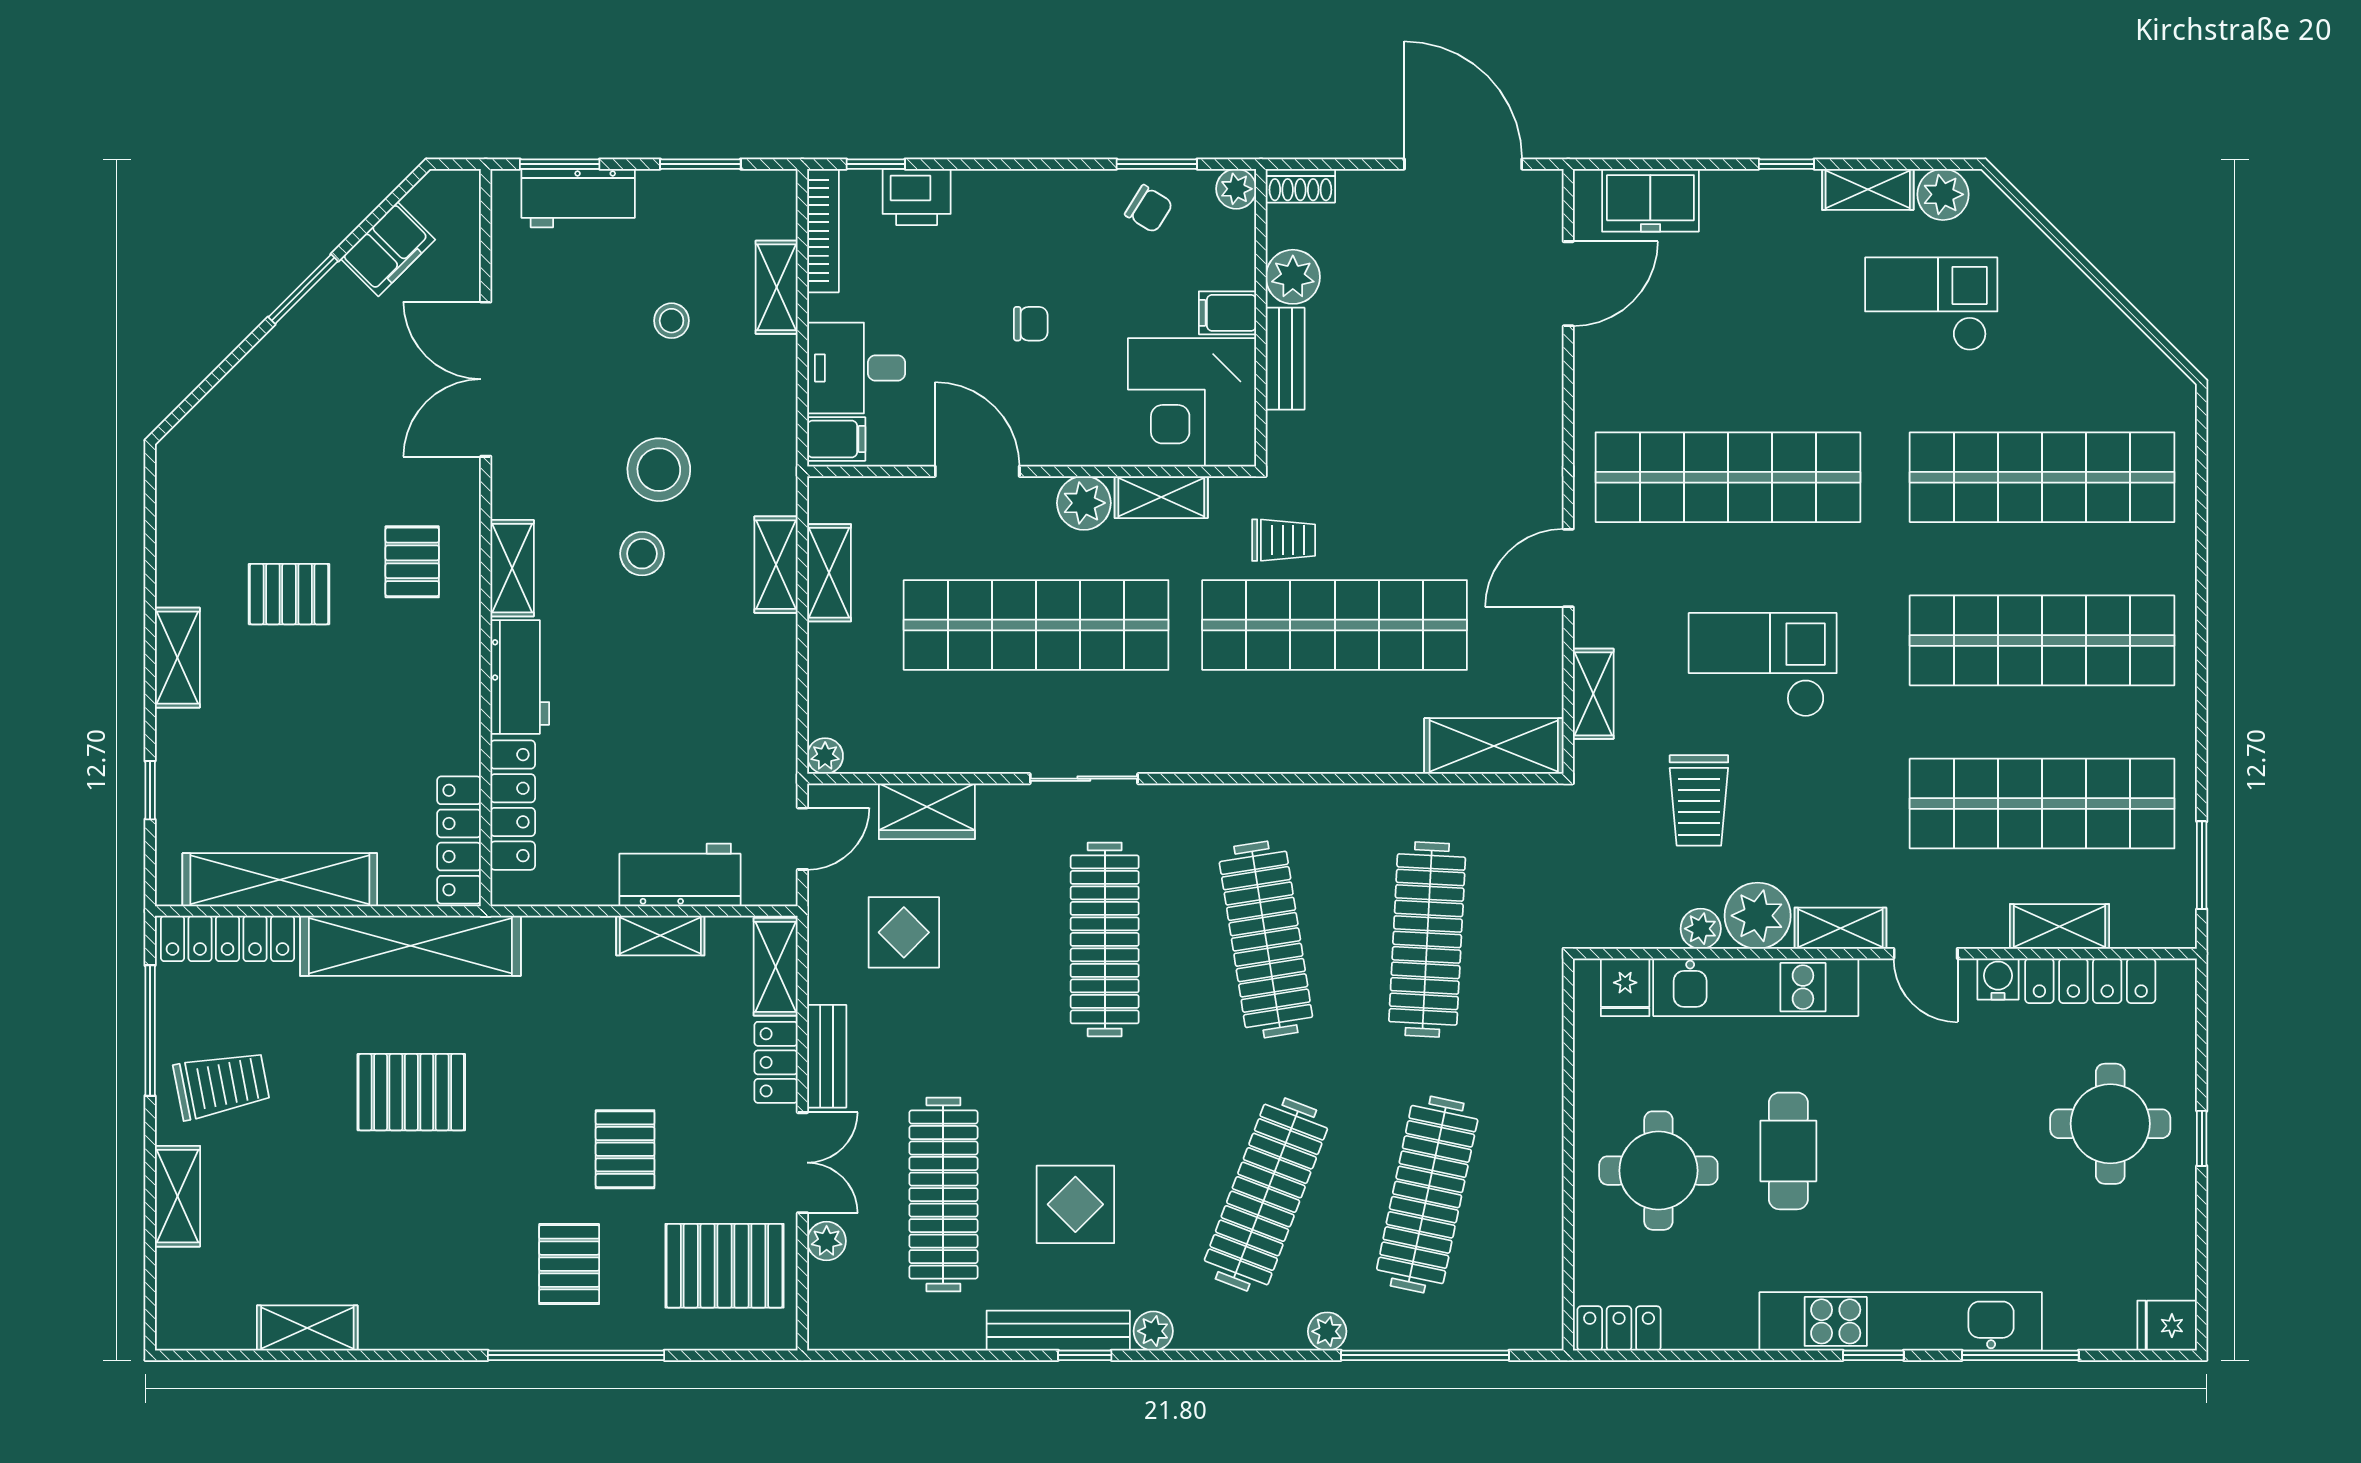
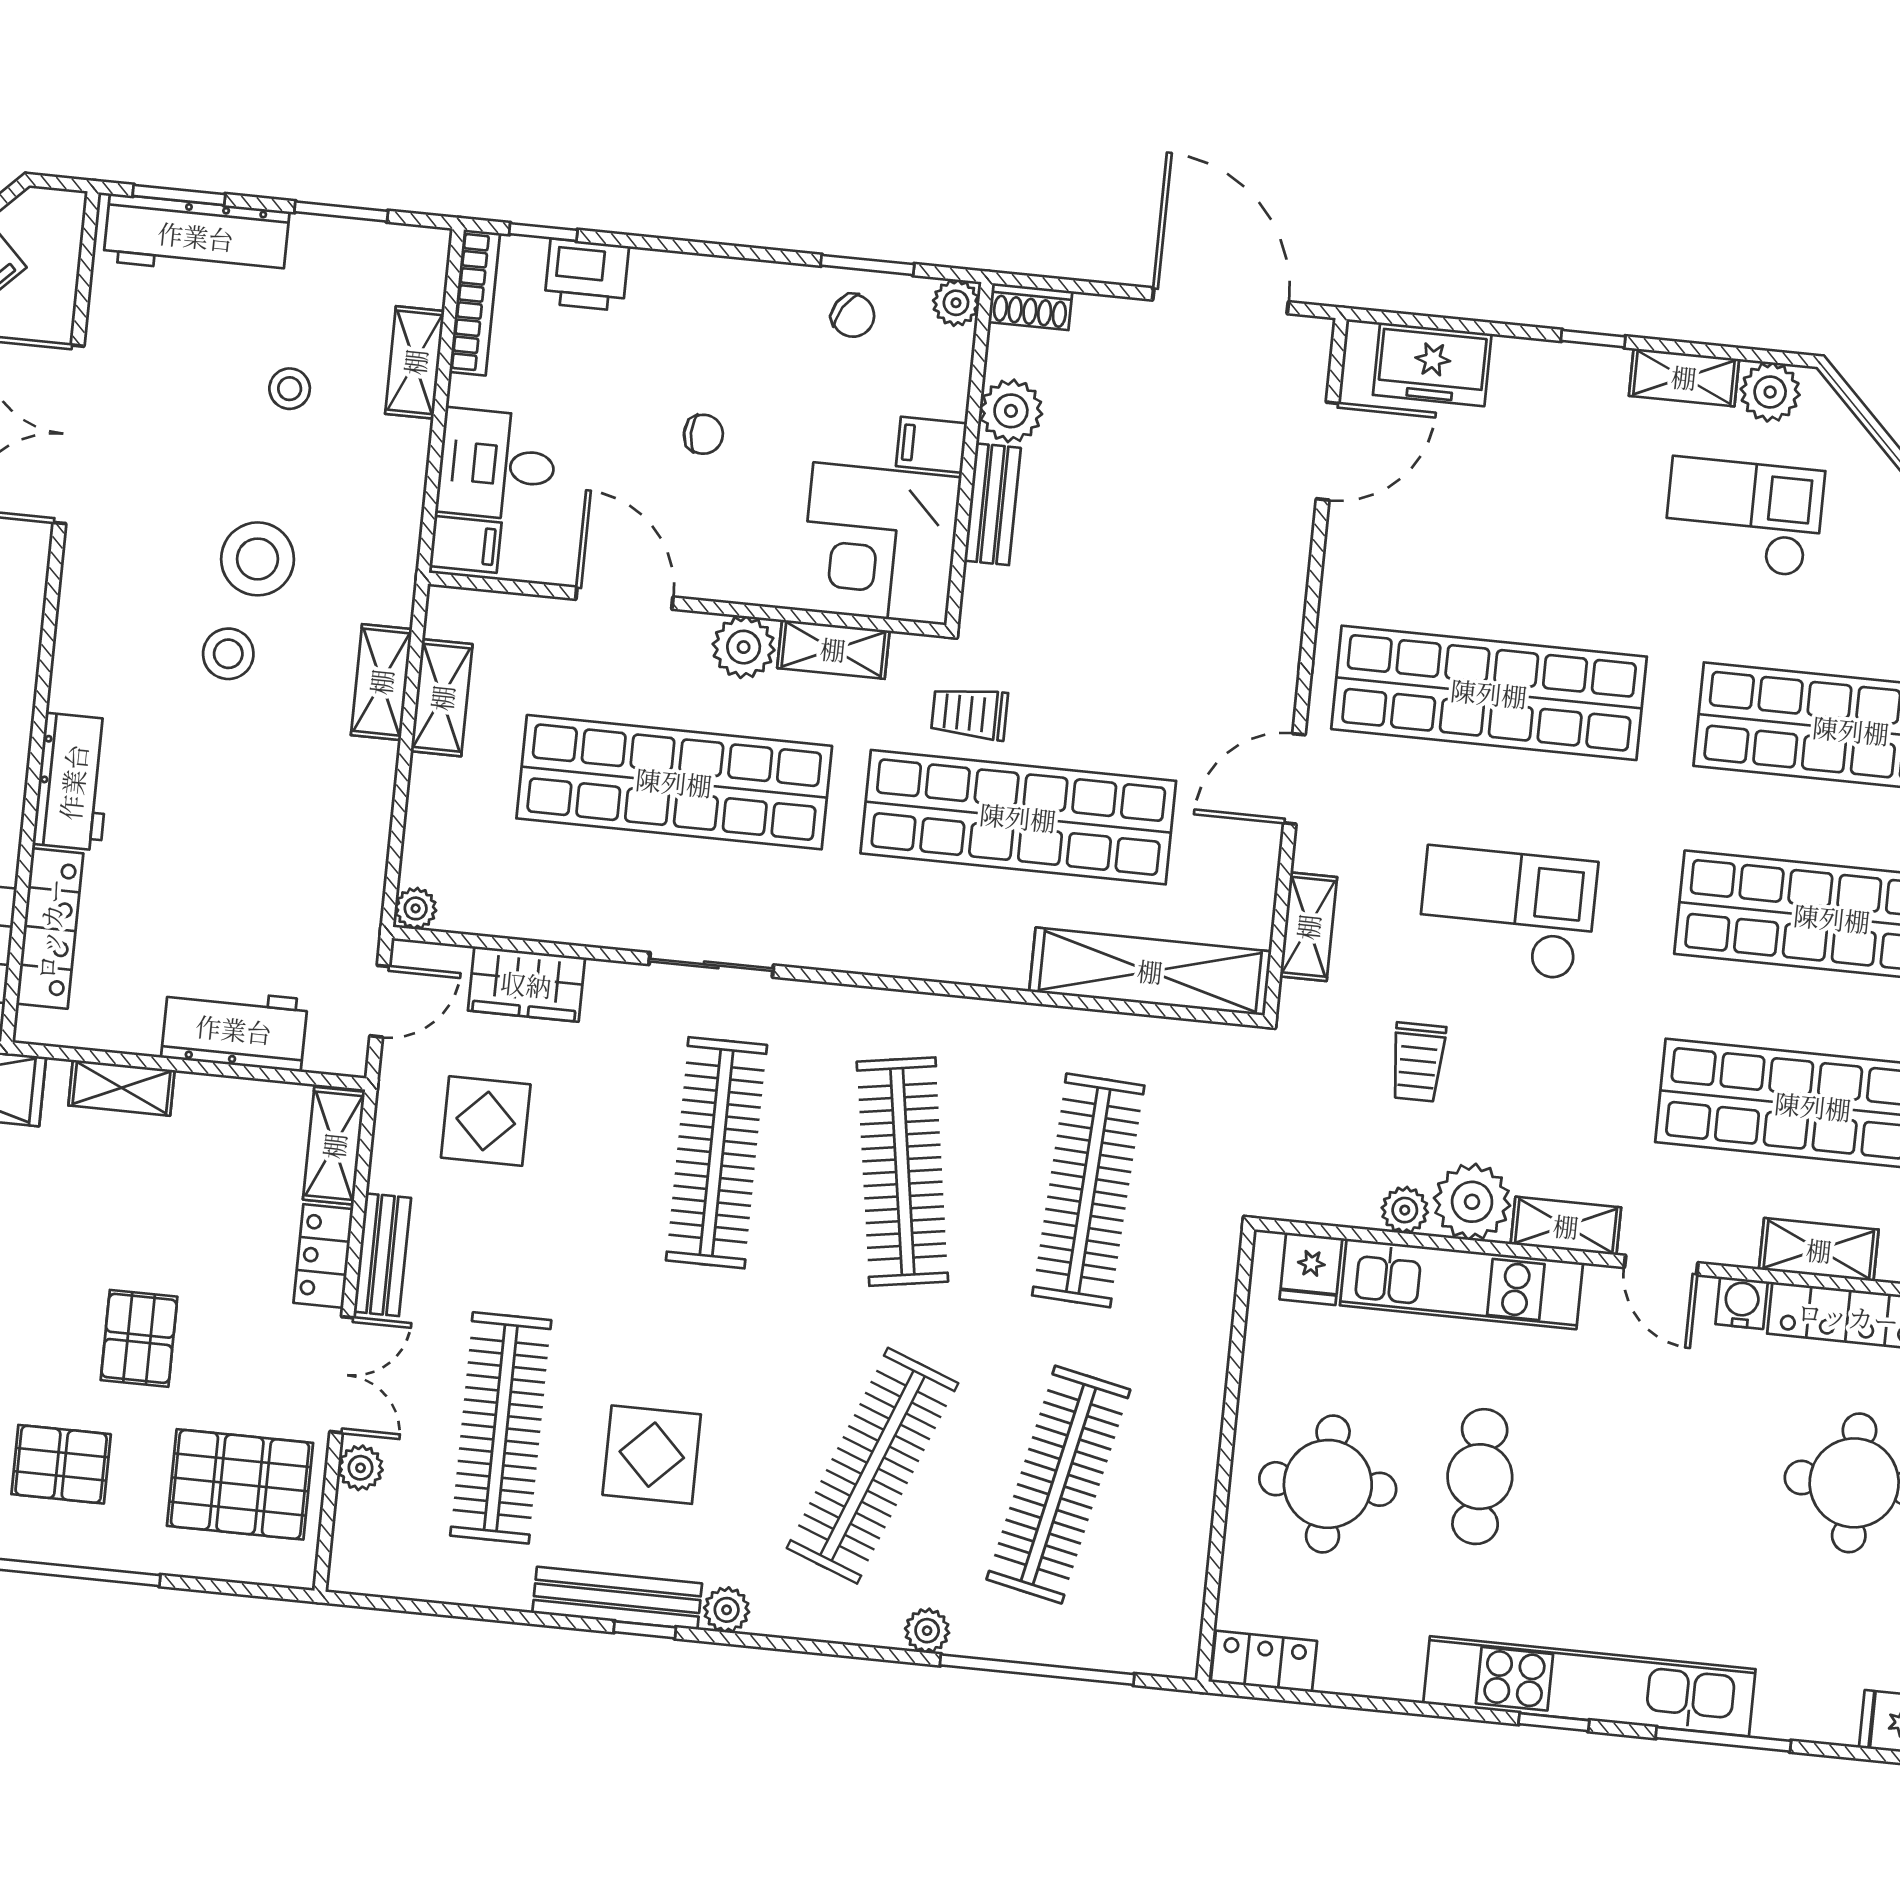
workbench: (578, 198) -> (196, 236), width x1.38
trolley: (1284, 540) -> (969, 713), turned 180
shelving: (512, 568) -> (77, 655), removed
shelving: (1494, 746) -> (1150, 971), width x1.47
trolley: (1699, 800) -> (1418, 1062), width x0.73, depth x0.72
shelving: (660, 936) -> (122, 1088), moved
pallet: (569, 1264) -> (61, 1464), turned 90

